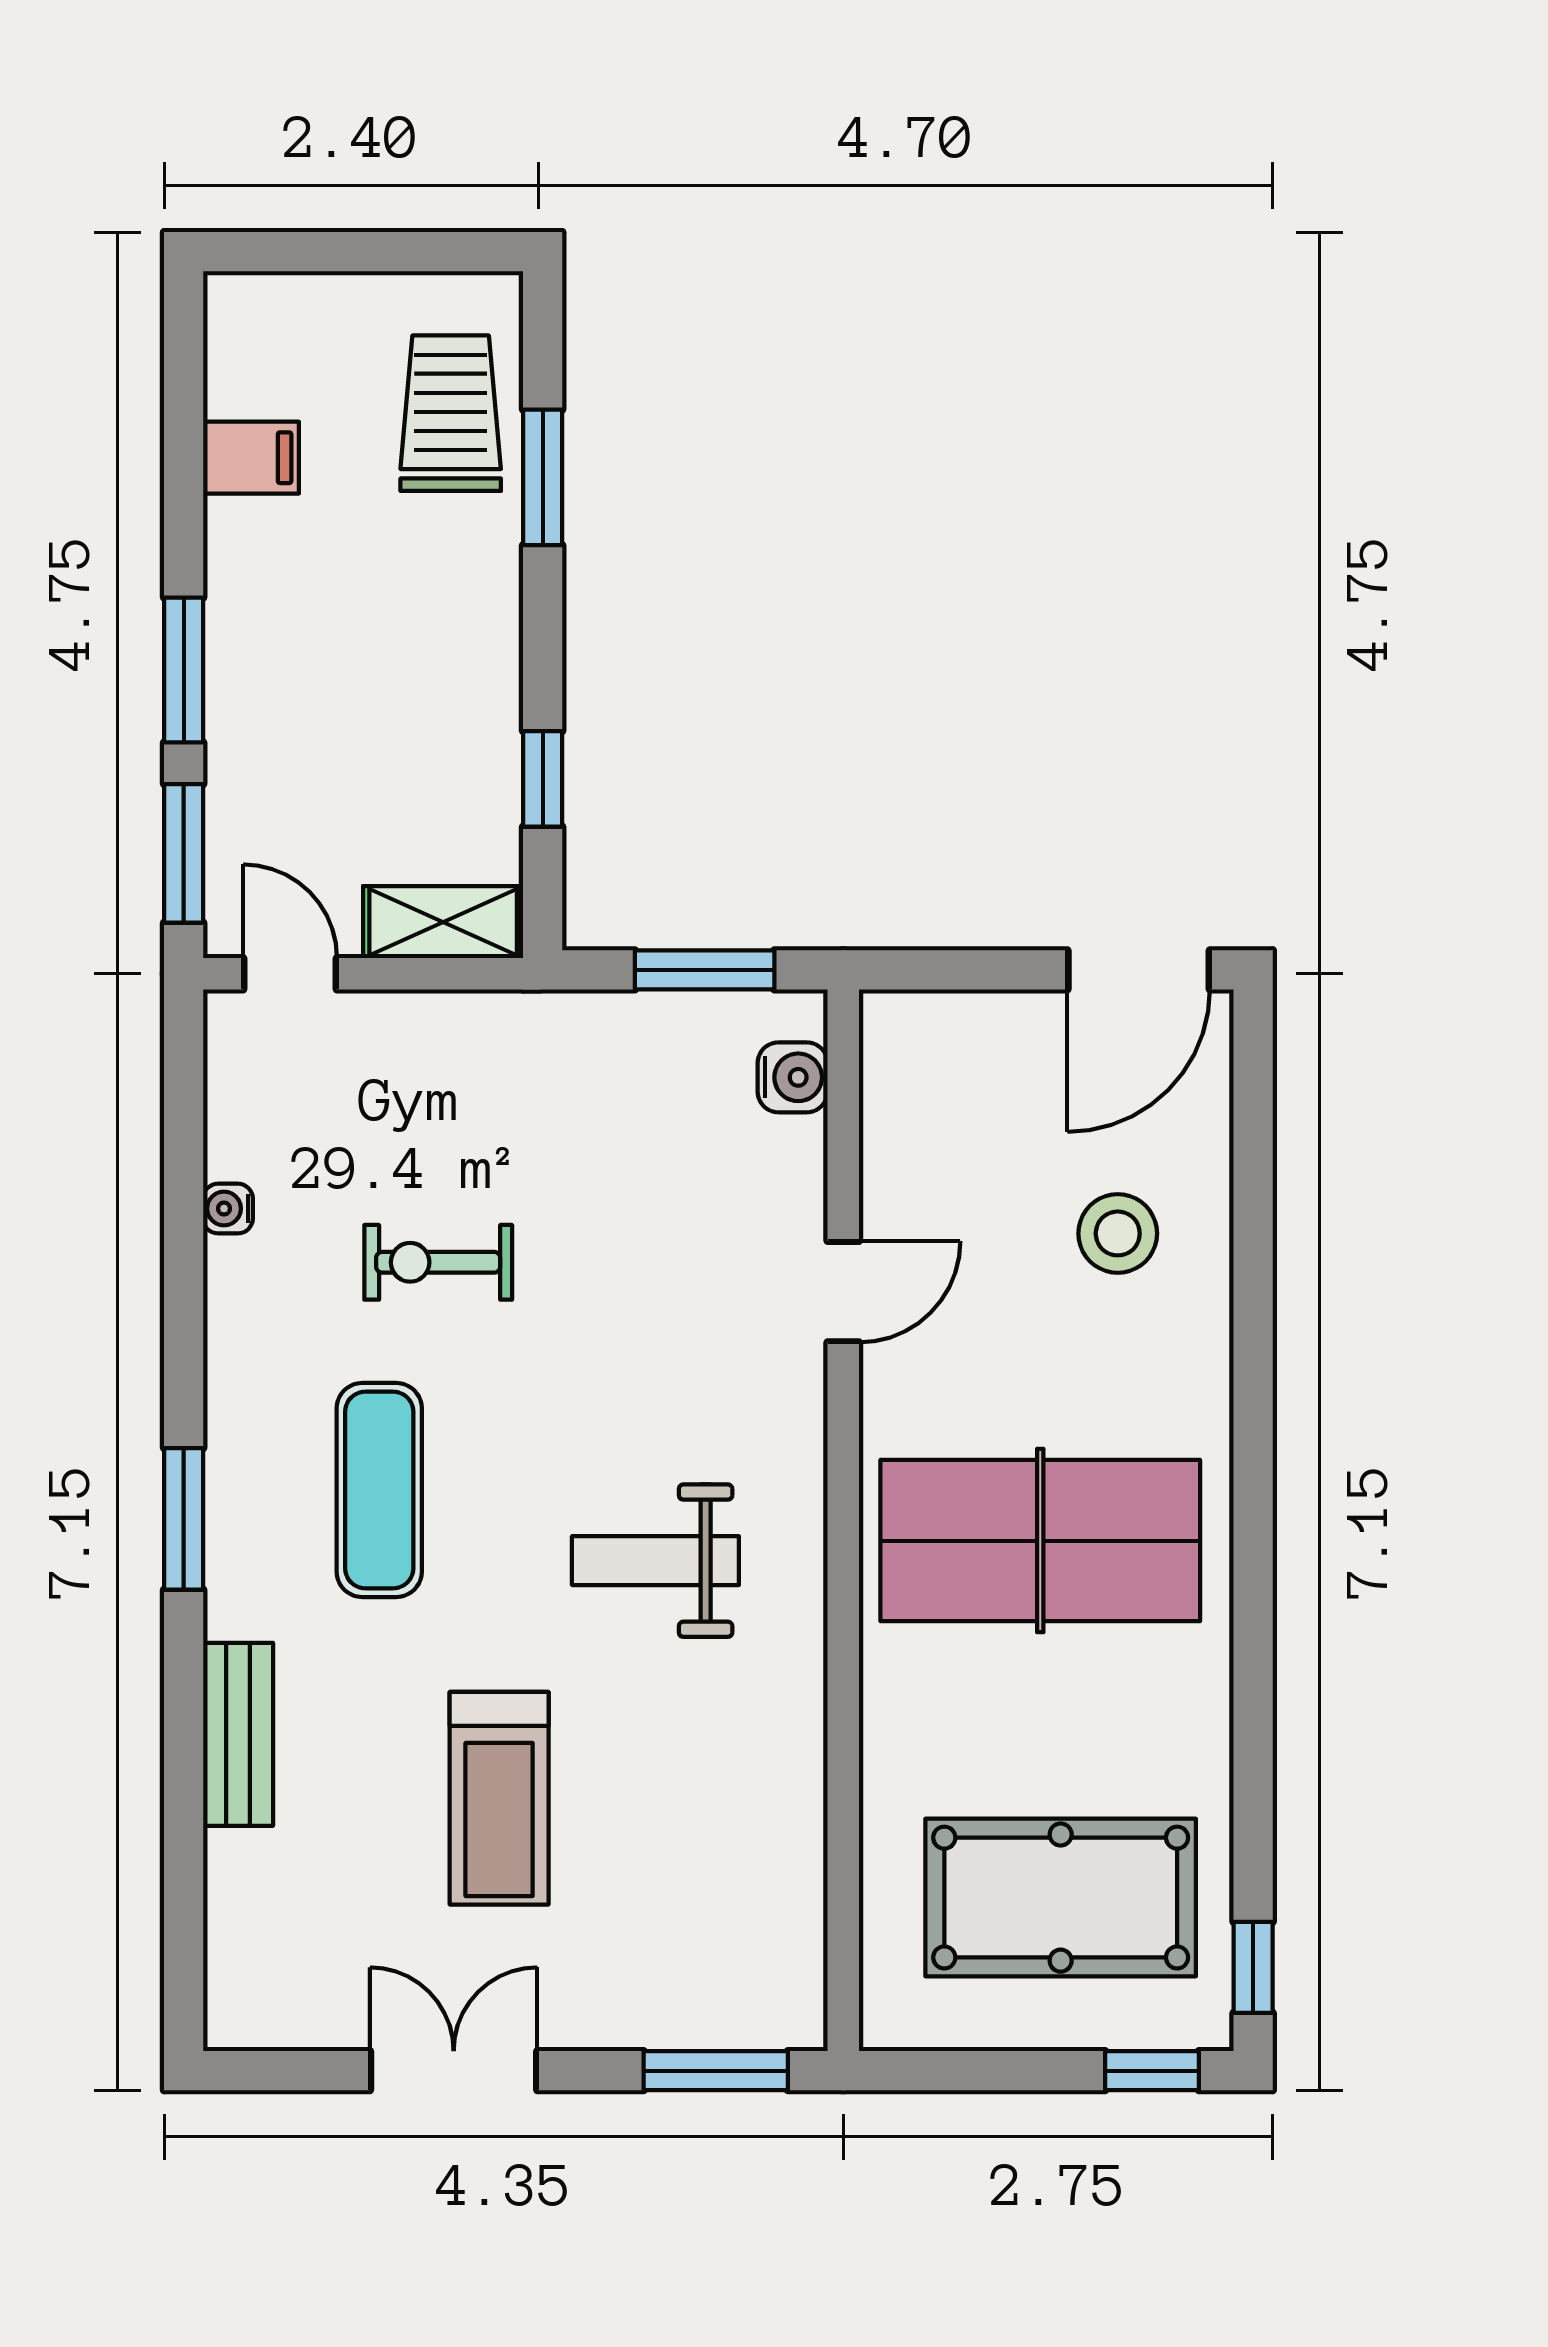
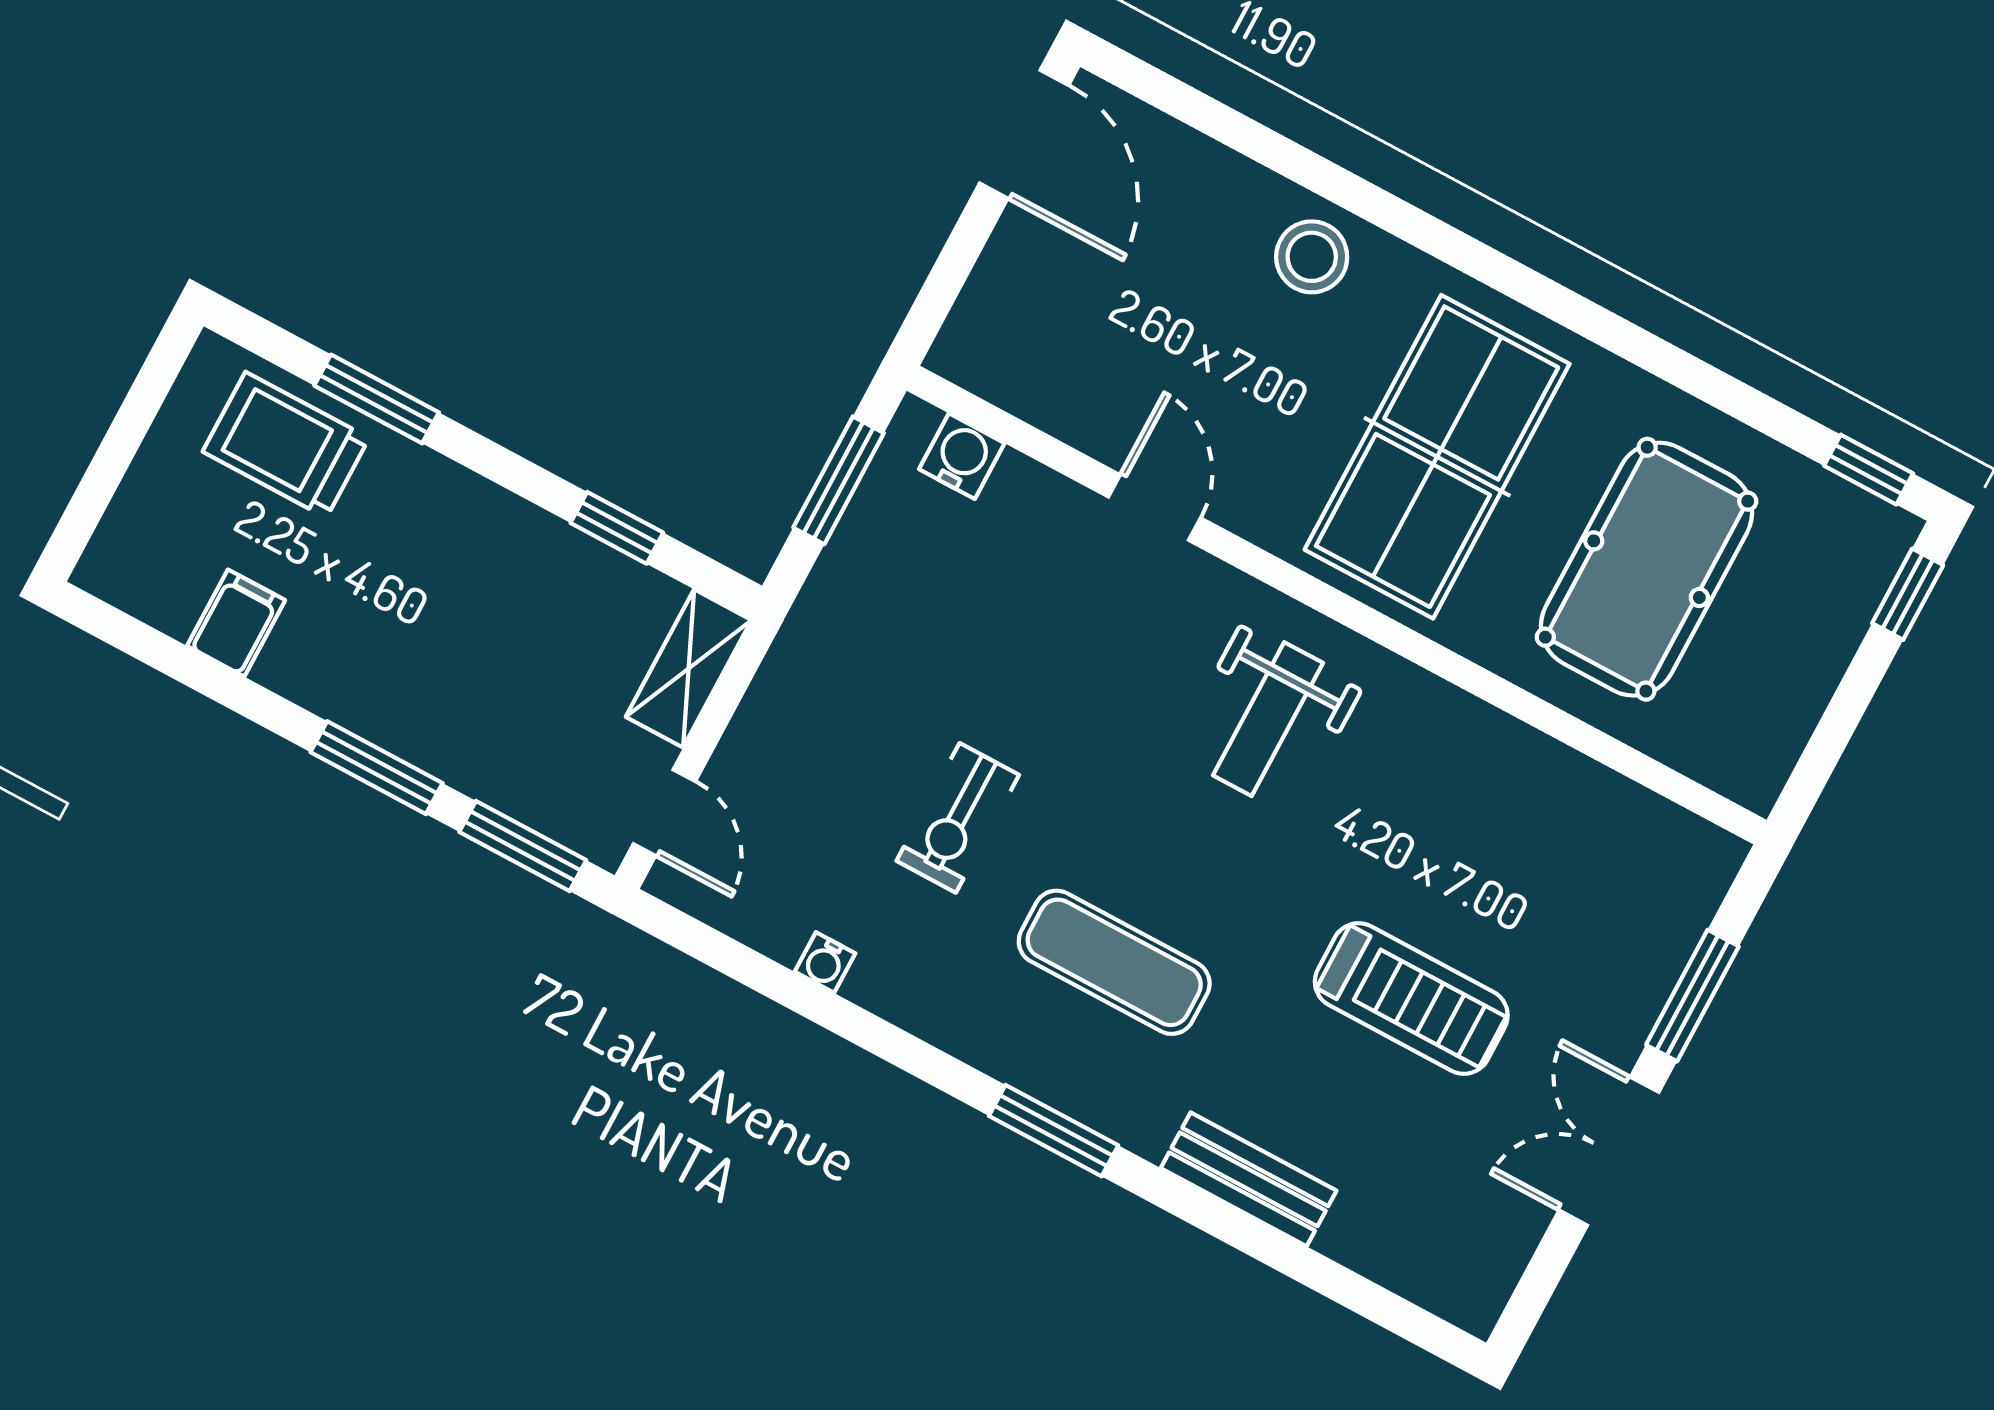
door: (290, 974) -> (664, 813), swing flipped
stool: (1118, 1233) -> (1312, 257), moved
weight bench: (655, 1561) -> (1268, 719), moved
pool table: (1061, 1898) -> (1647, 569), moved
window: (716, 2071) -> (1692, 996), moved

